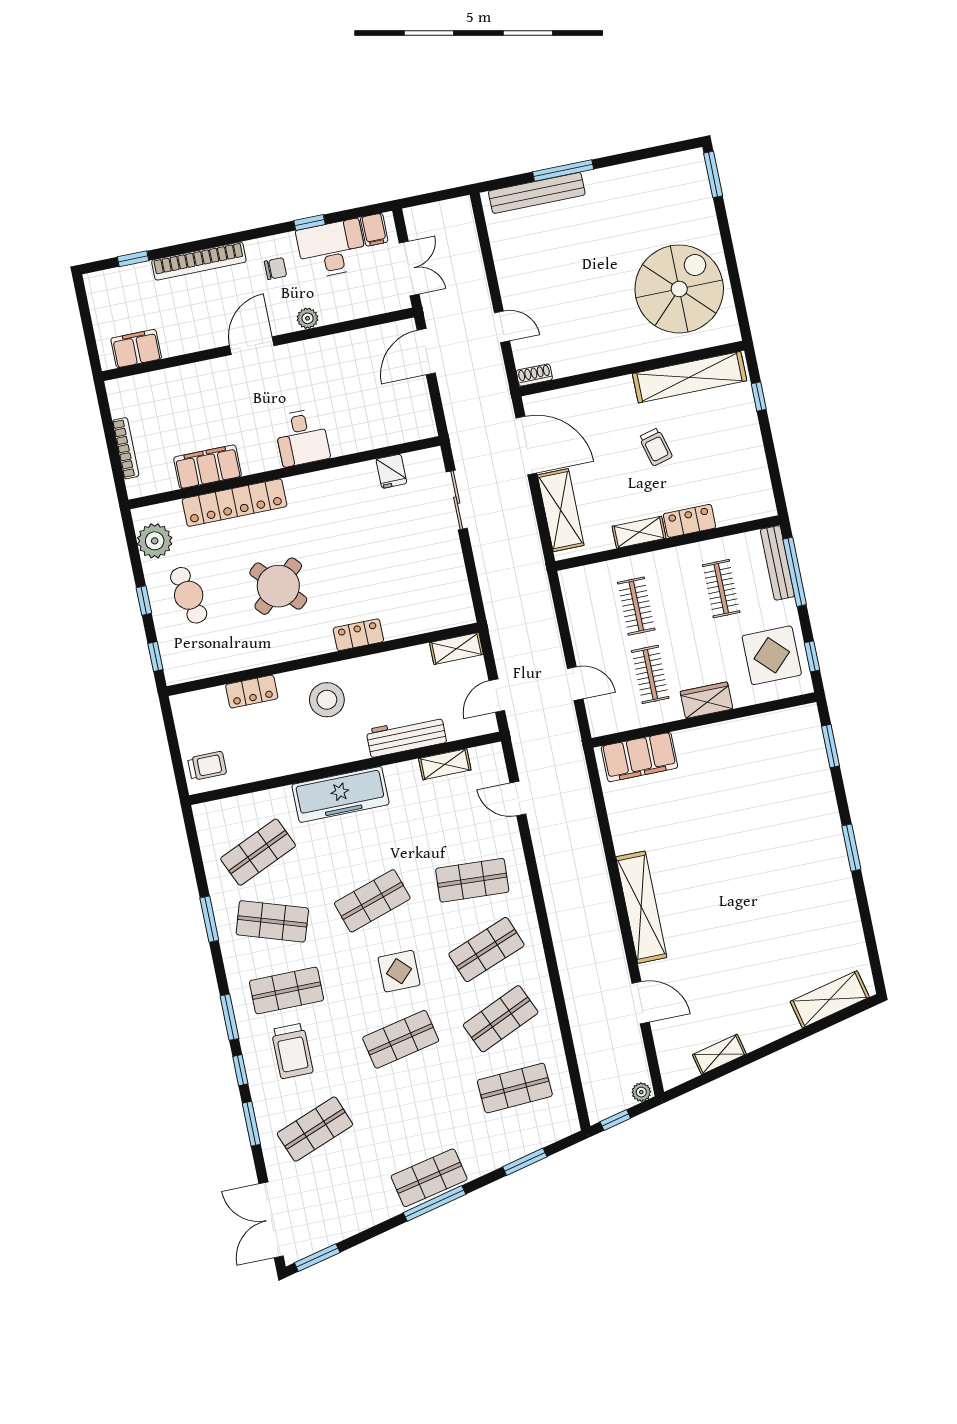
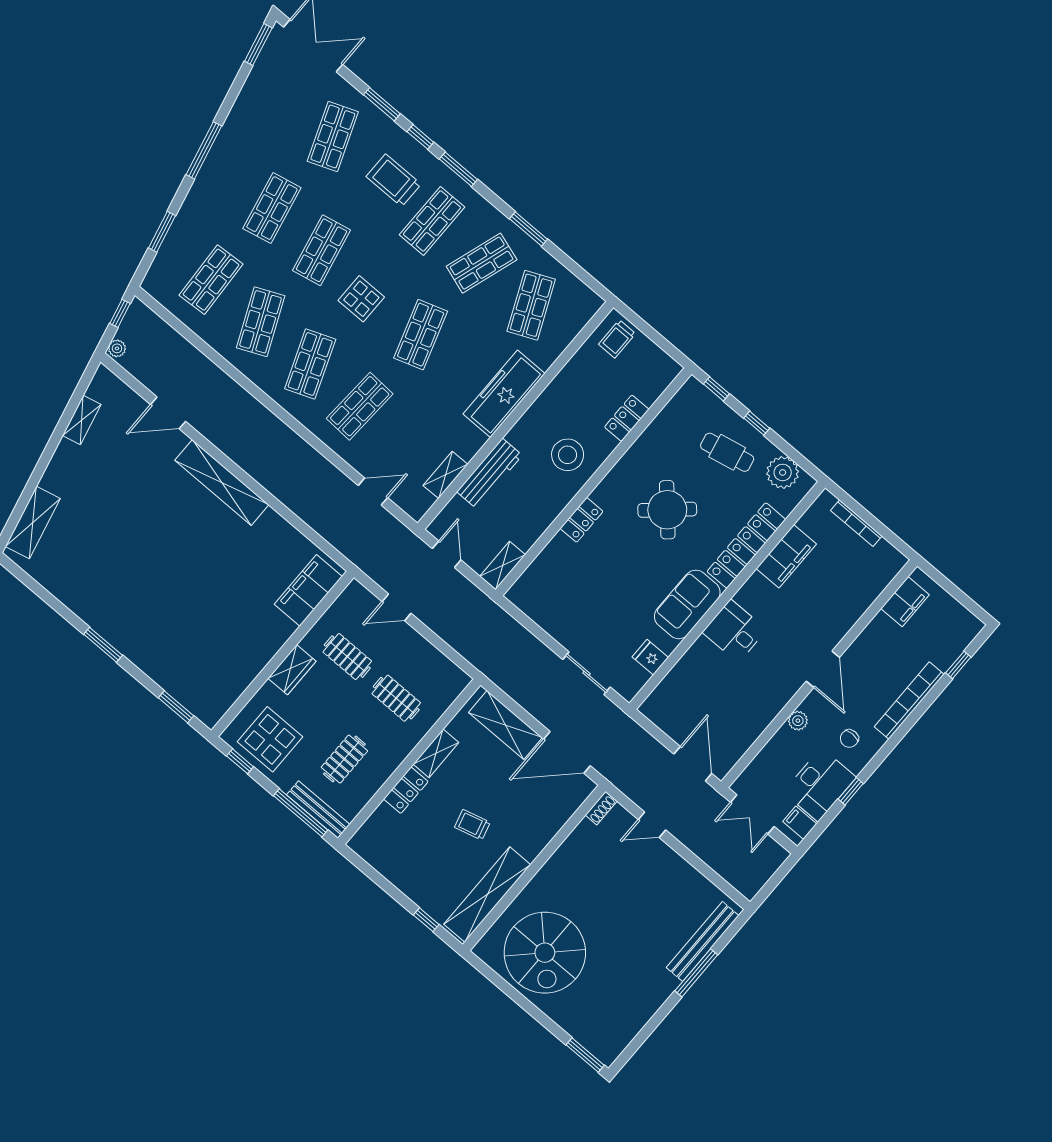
sofa: (324, 492) -> (687, 604), added
clothes rail: (721, 589) -> (344, 759), turned 90
shop shelf: (429, 1178) -> (272, 208), moved

